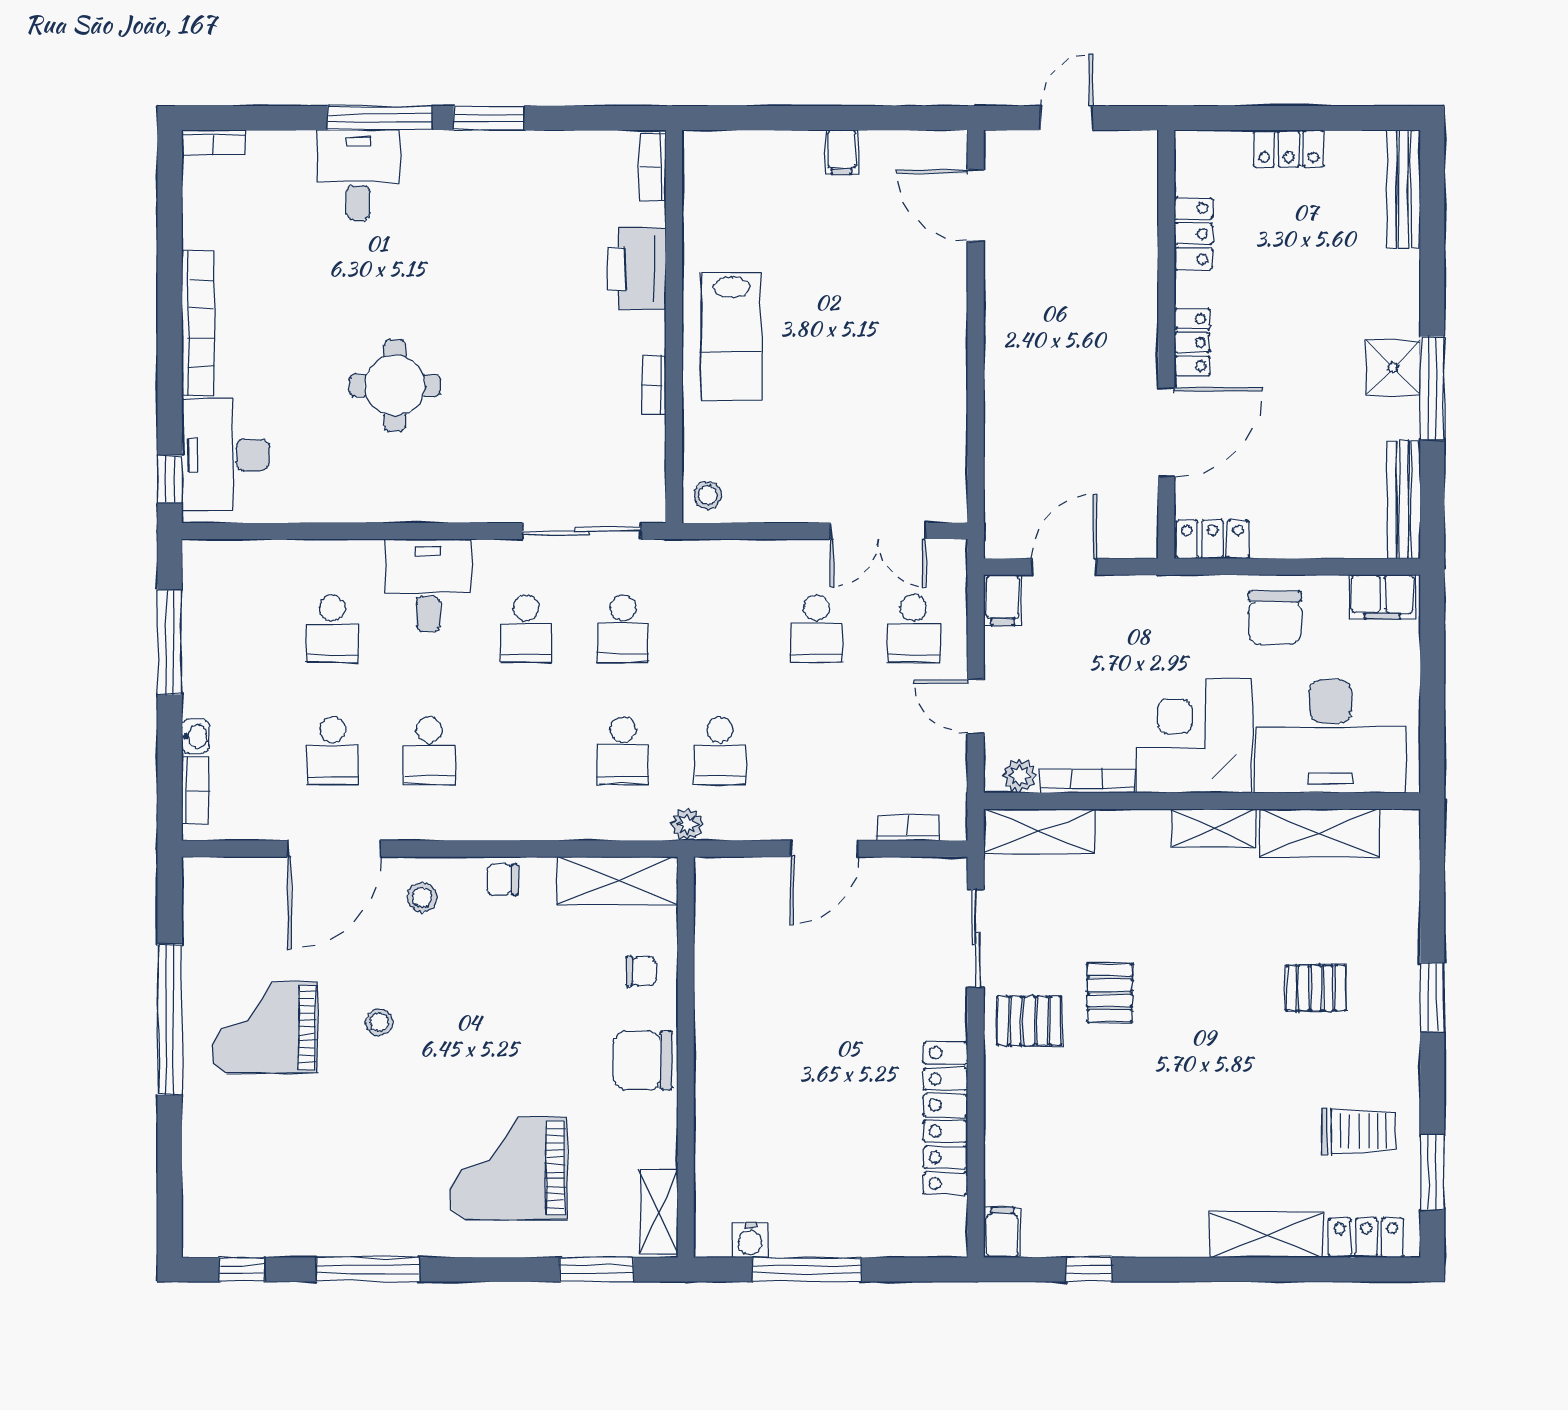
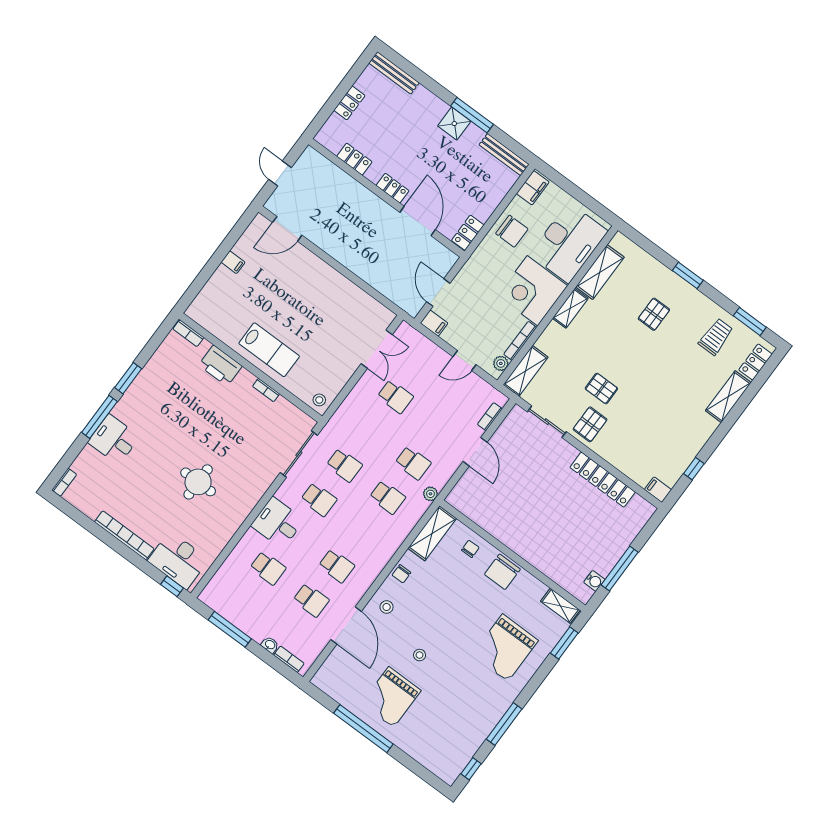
school desk: (913, 629) -> (421, 362), removed

